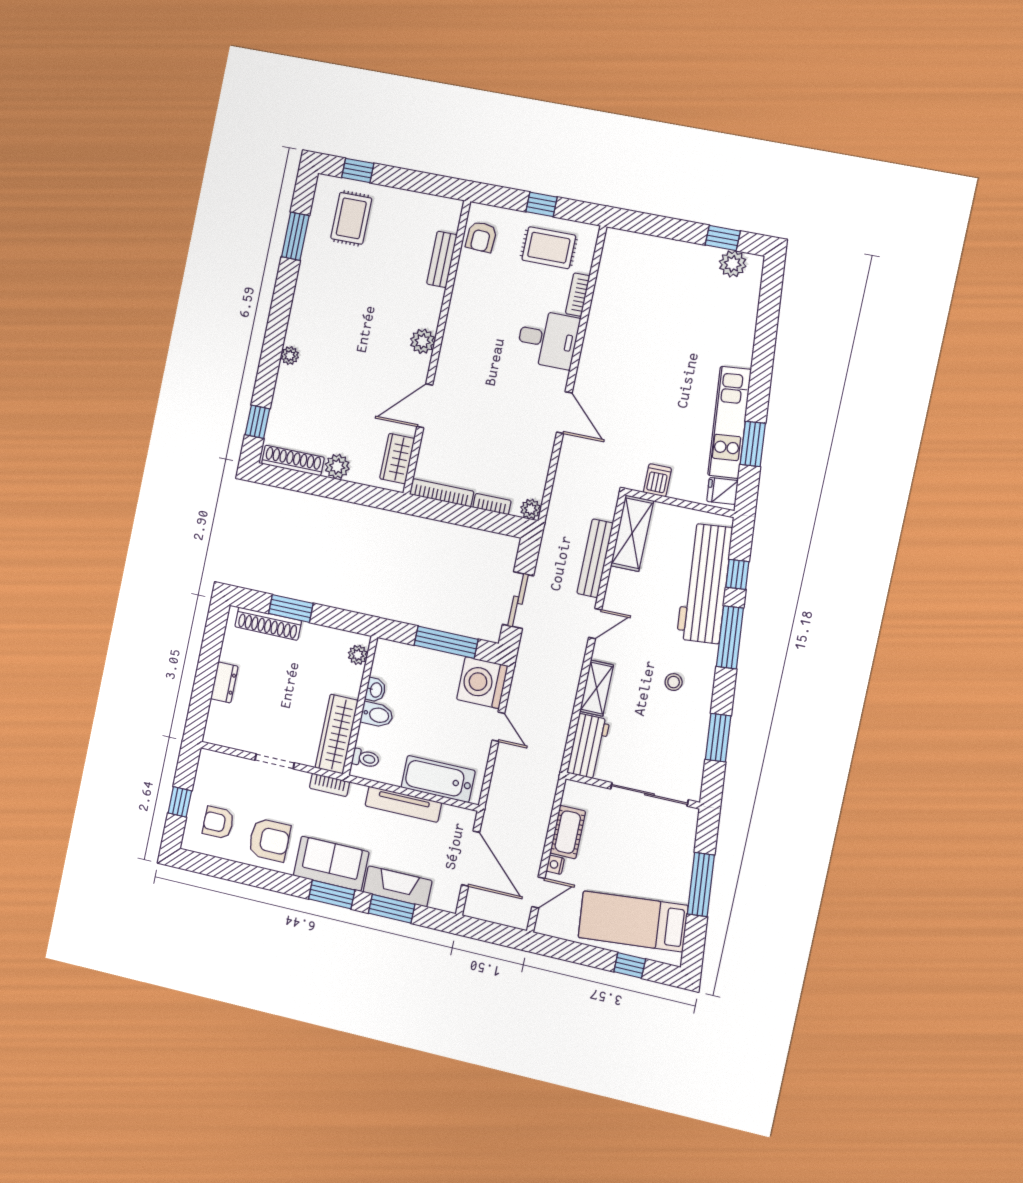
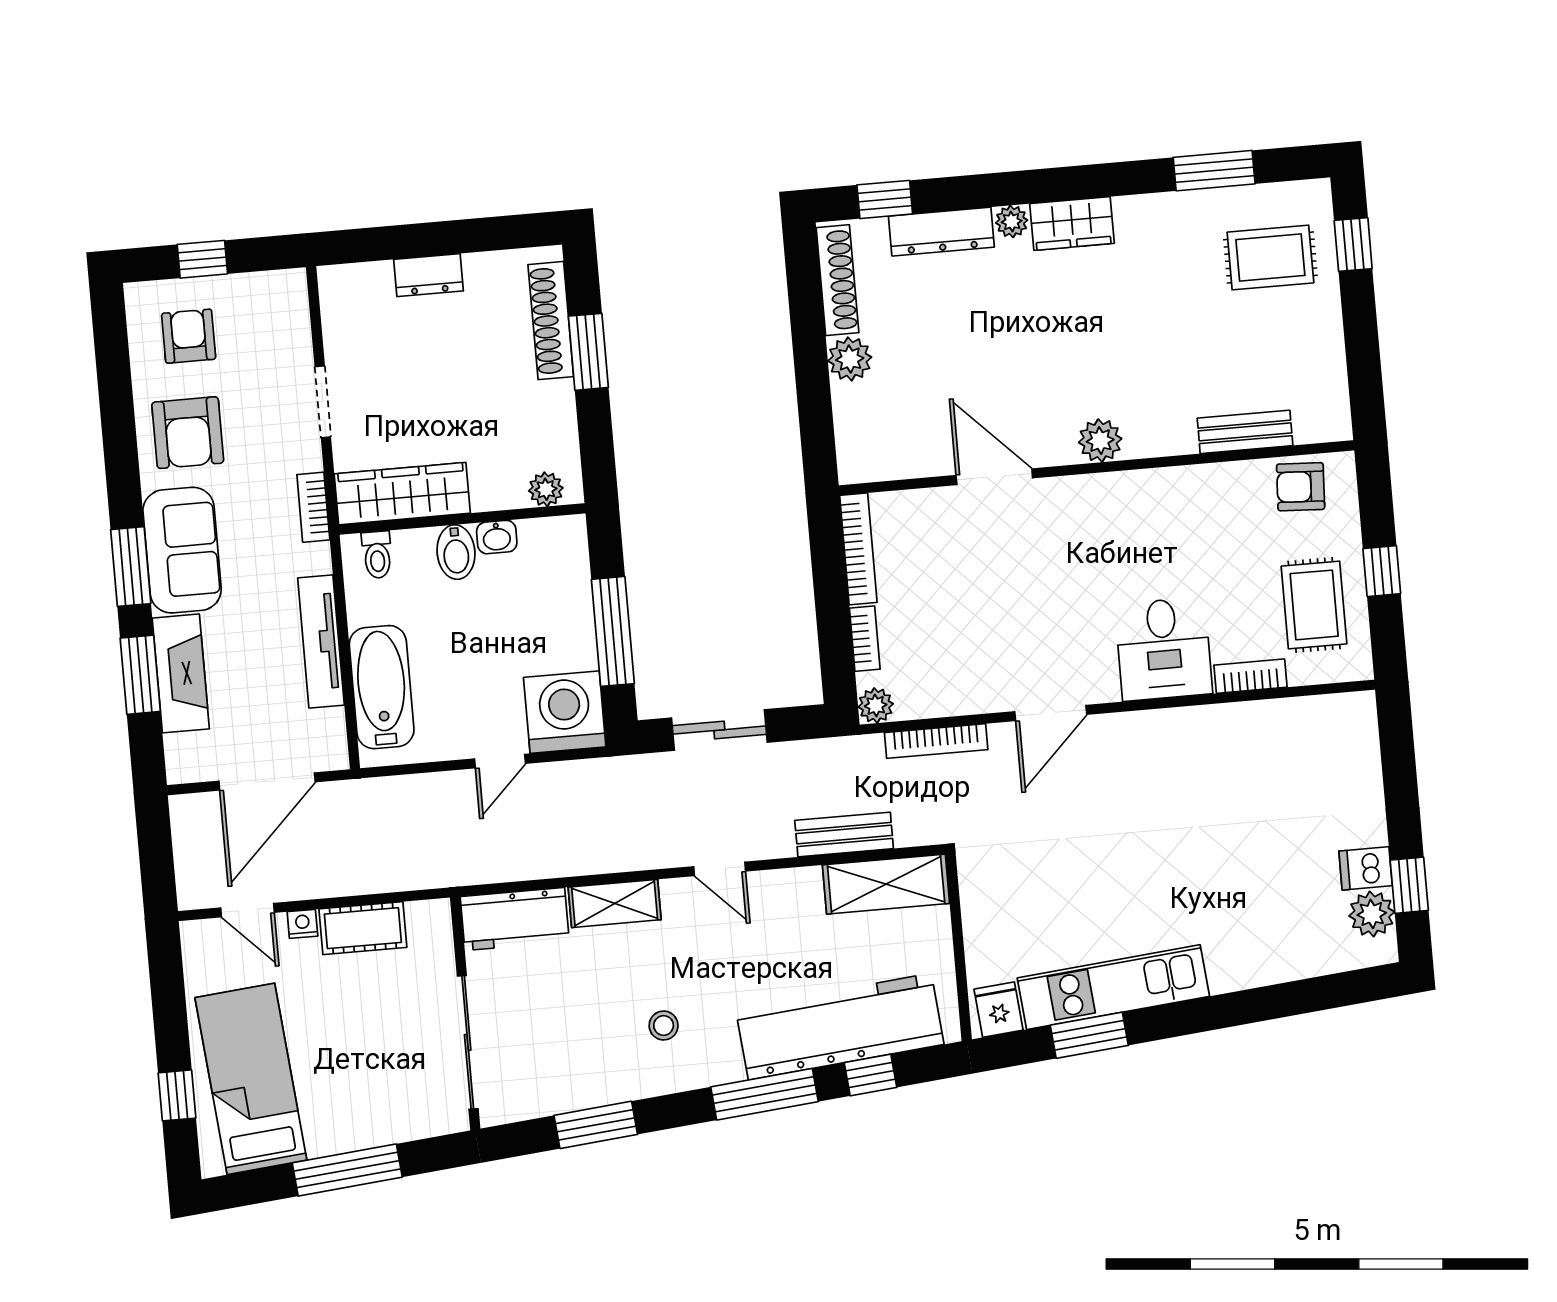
dresser: (284, 396) -> (941, 232), added
wardrobe: (397, 459) -> (1072, 224), moved, turned 180
dishwasher: (657, 480) -> (1366, 868), moved, turned 180
bookcase: (561, 481) -> (936, 741), added
bench: (595, 558) -> (844, 834), width x0.73

